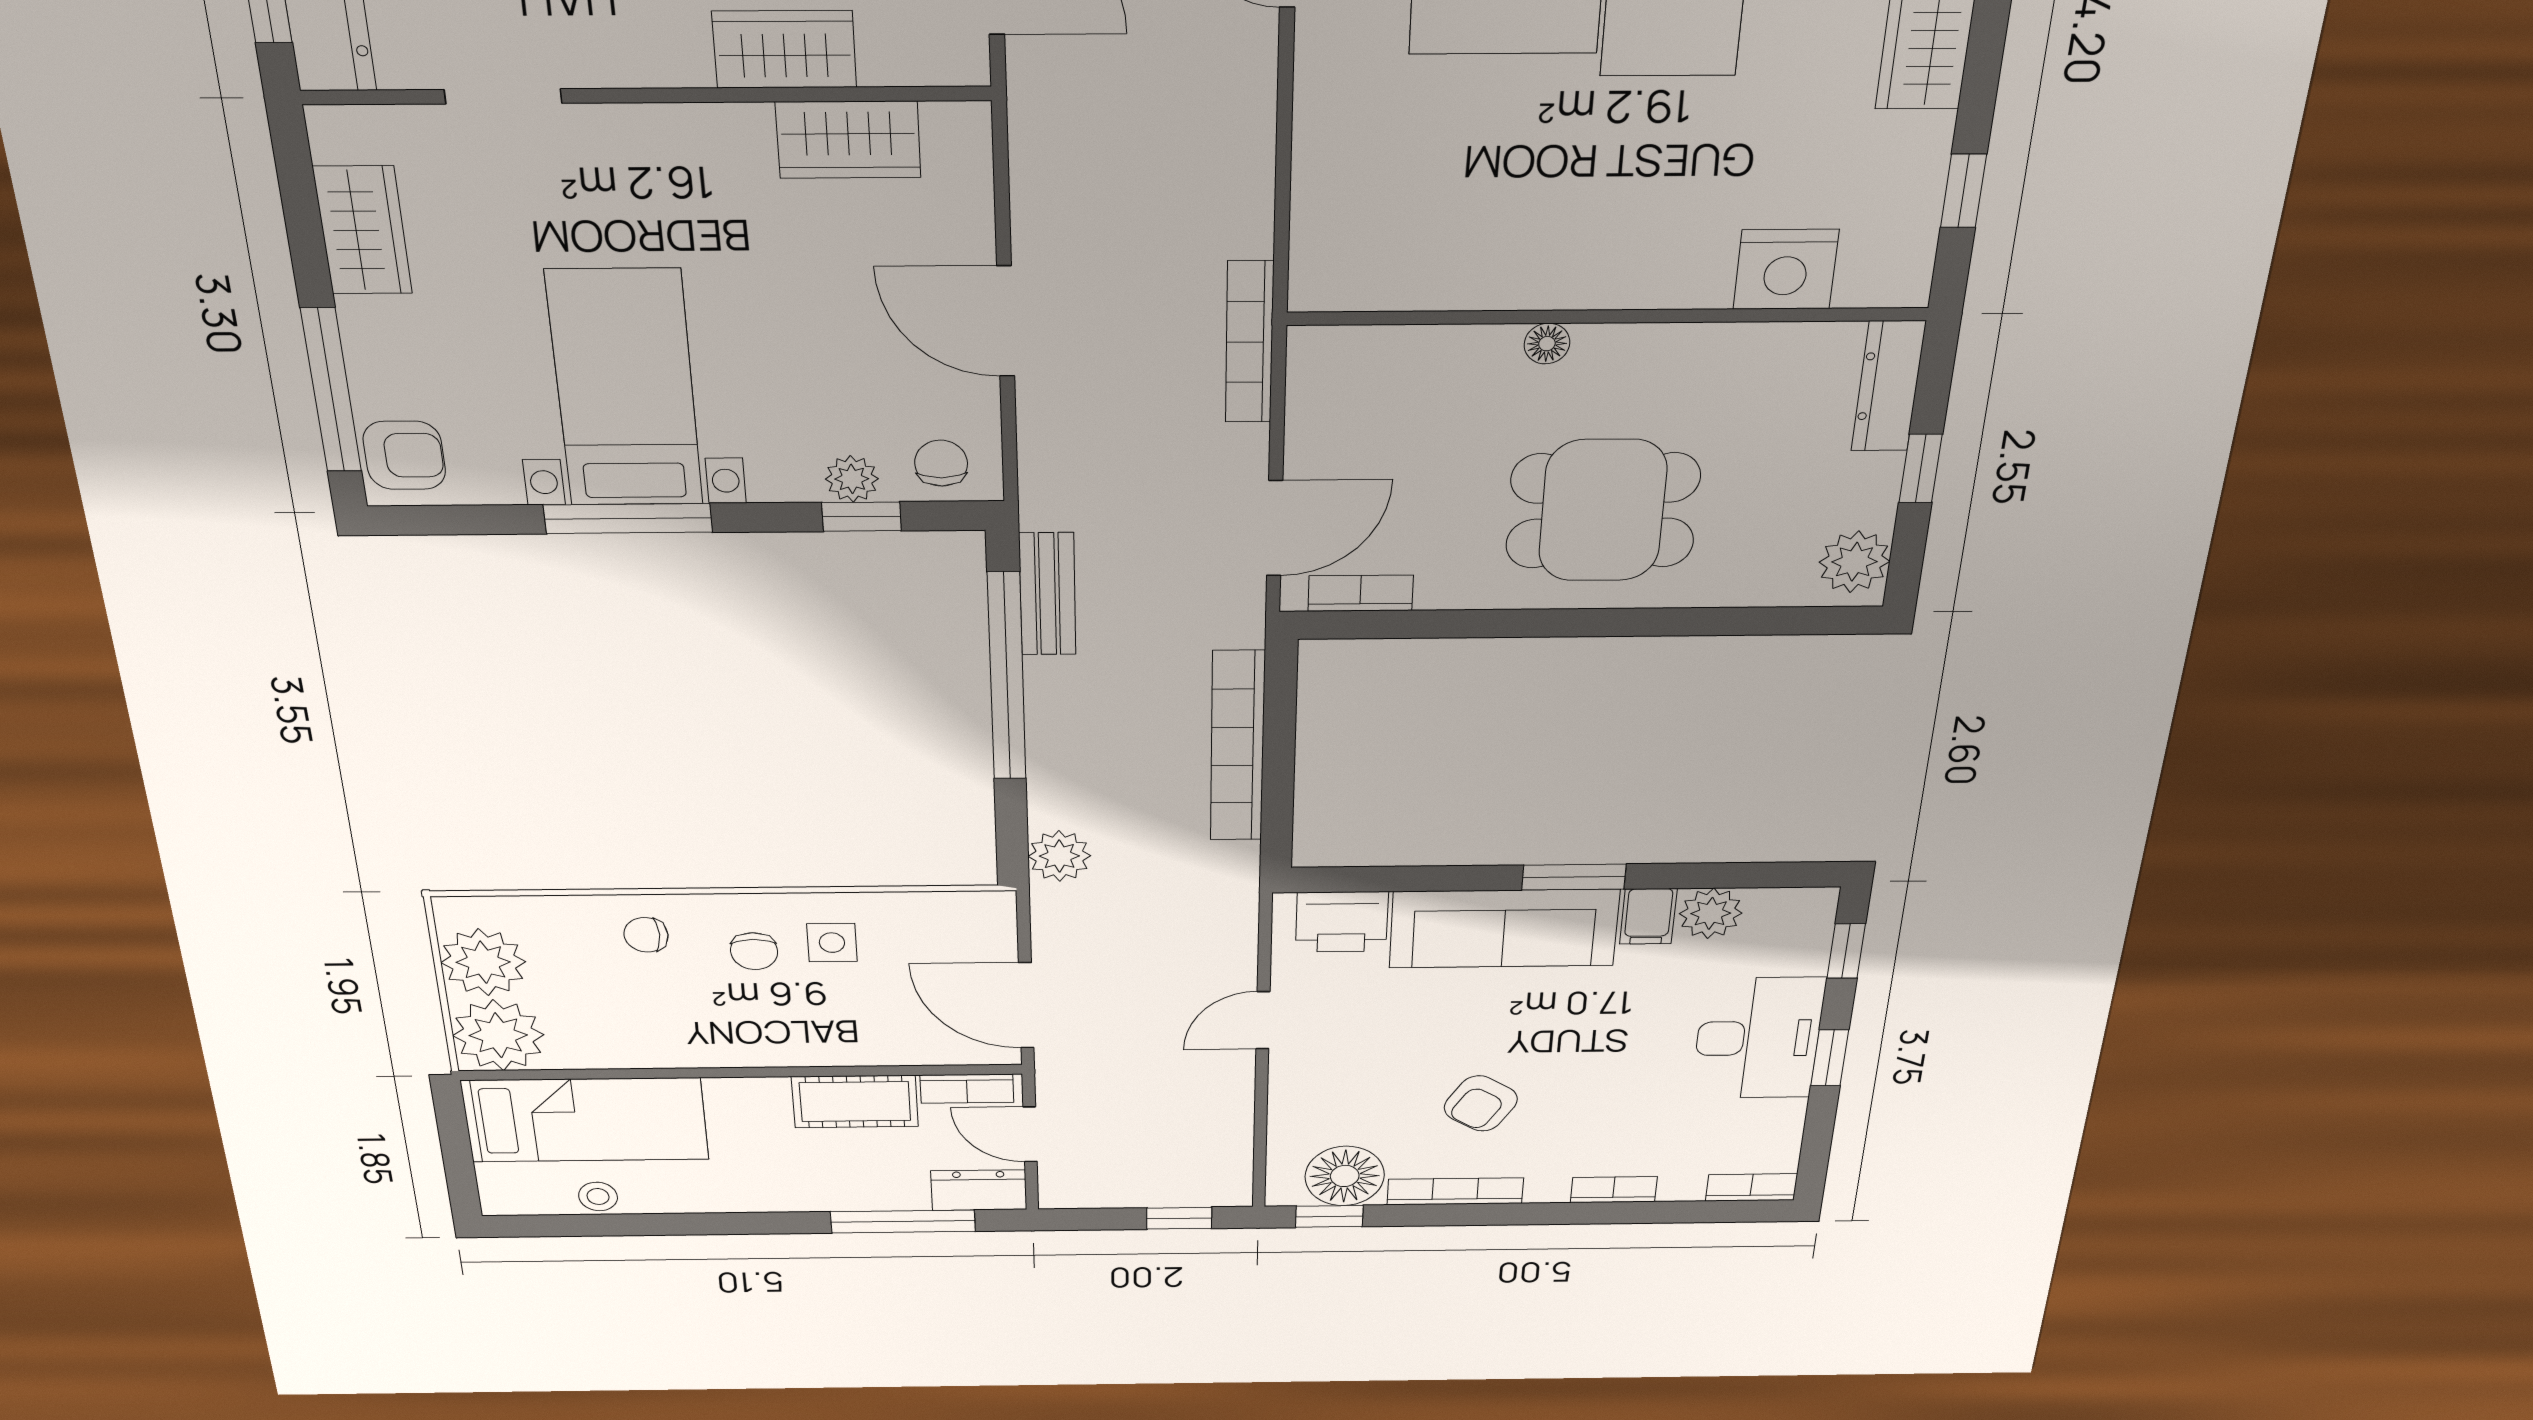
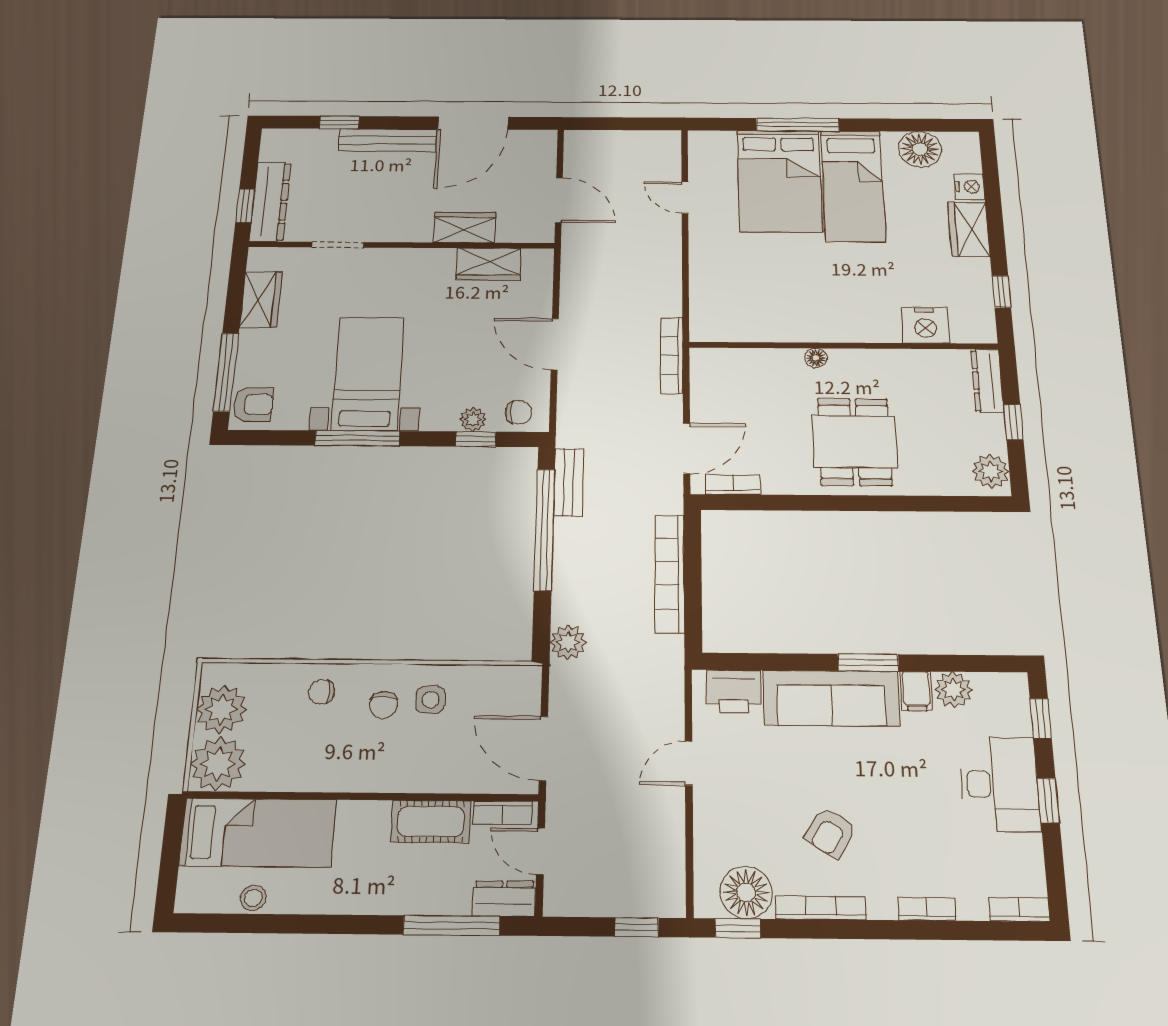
chair: (941, 463) -> (518, 412), turned 90
dining table: (1603, 511) -> (855, 442), turned 90

